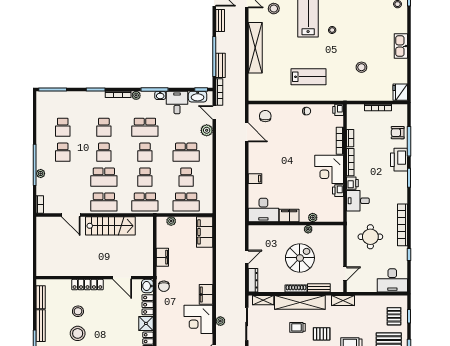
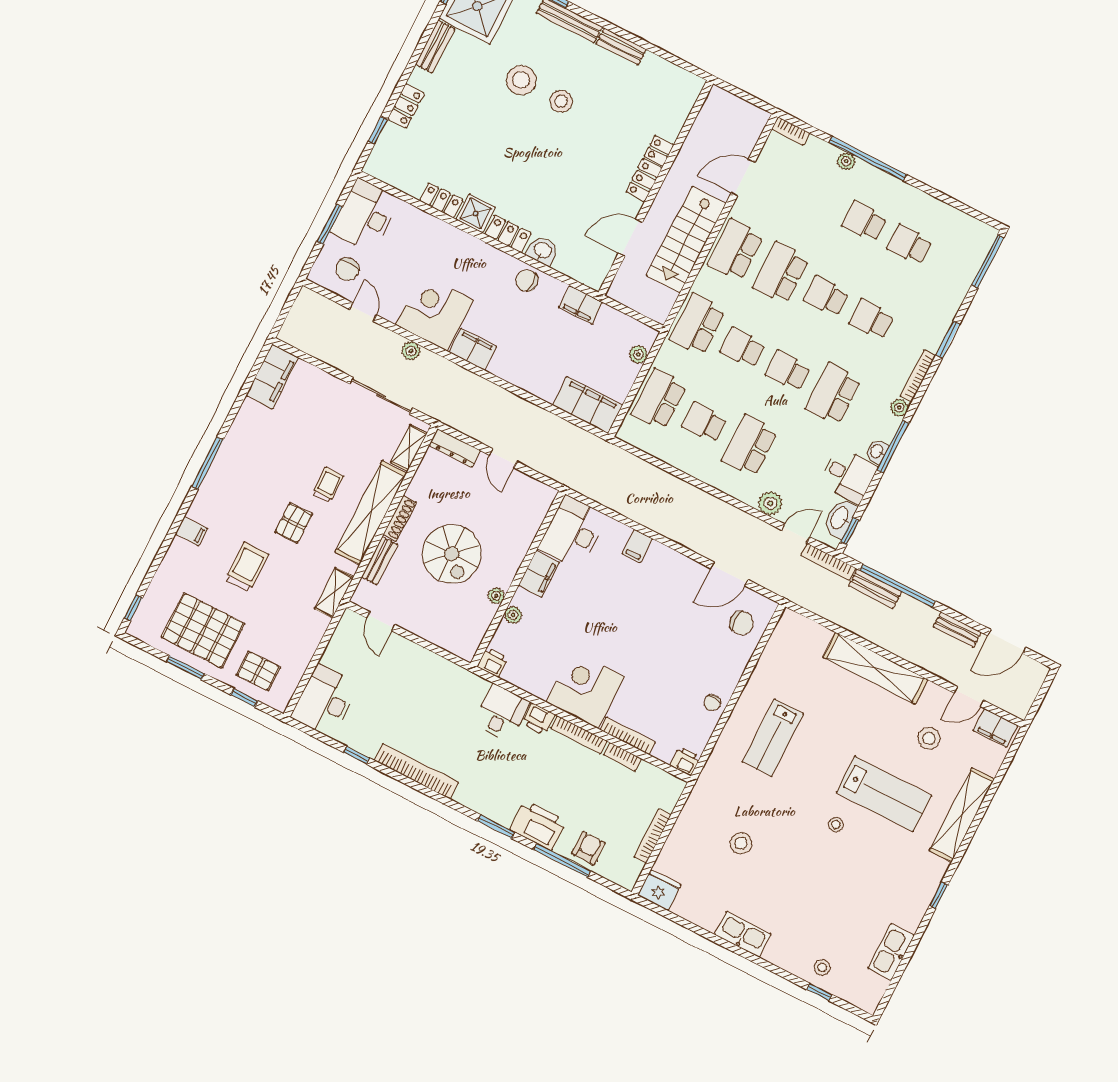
printer: (338, 191) -> (493, 662), moved
round table: (370, 237) -> (425, 702), removed
wall: (95, 278) -> (656, 188), moved
door: (122, 278) -> (630, 238), moved
locker: (87, 285) -> (650, 168), moved

